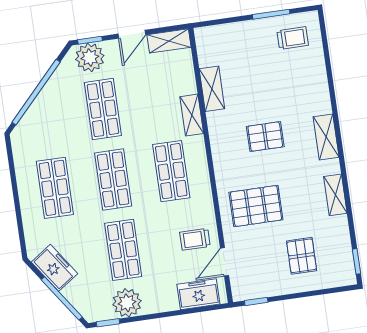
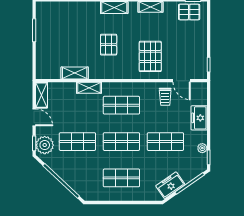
trolley: (293, 38) -> (51, 19), removed
pallet: (302, 256) -> (189, 12), moved
freezer: (198, 294) -> (199, 118), moved
plant: (127, 303) -> (202, 148), width x0.53, depth x0.53

